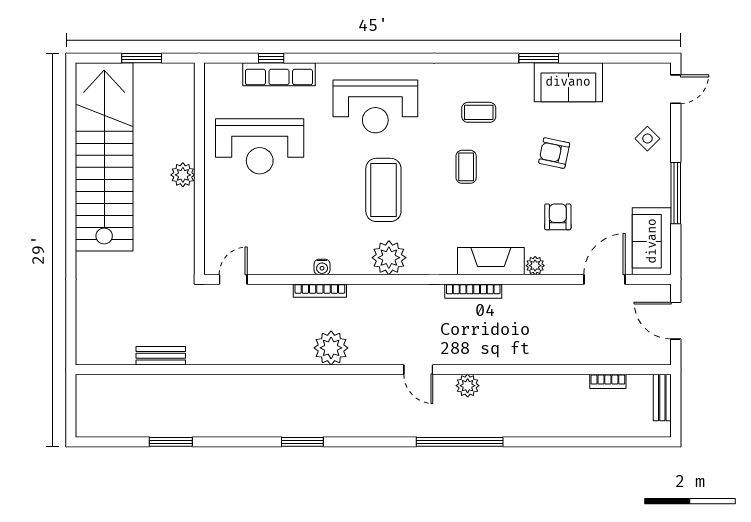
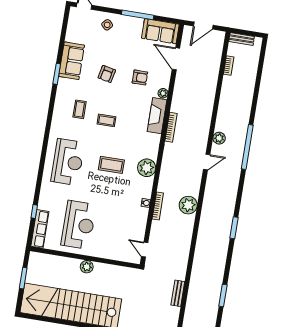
row of seats: (279, 74) -> (40, 229), moved
coffee table: (383, 190) -> (111, 165), width x0.73, depth x0.76
armchair: (558, 217) -> (140, 78), turned 180

